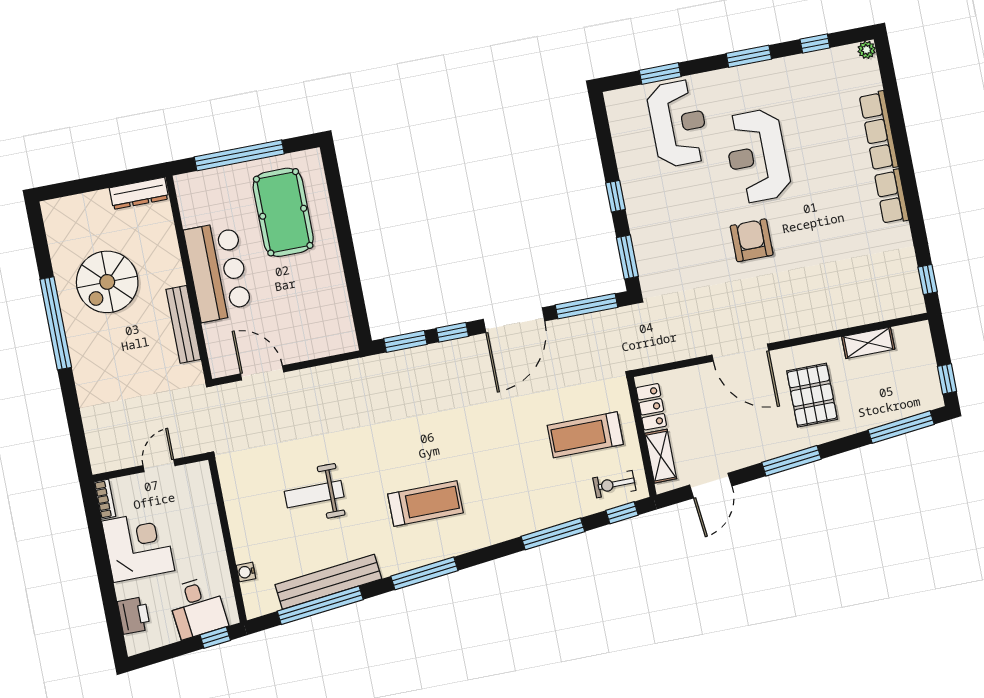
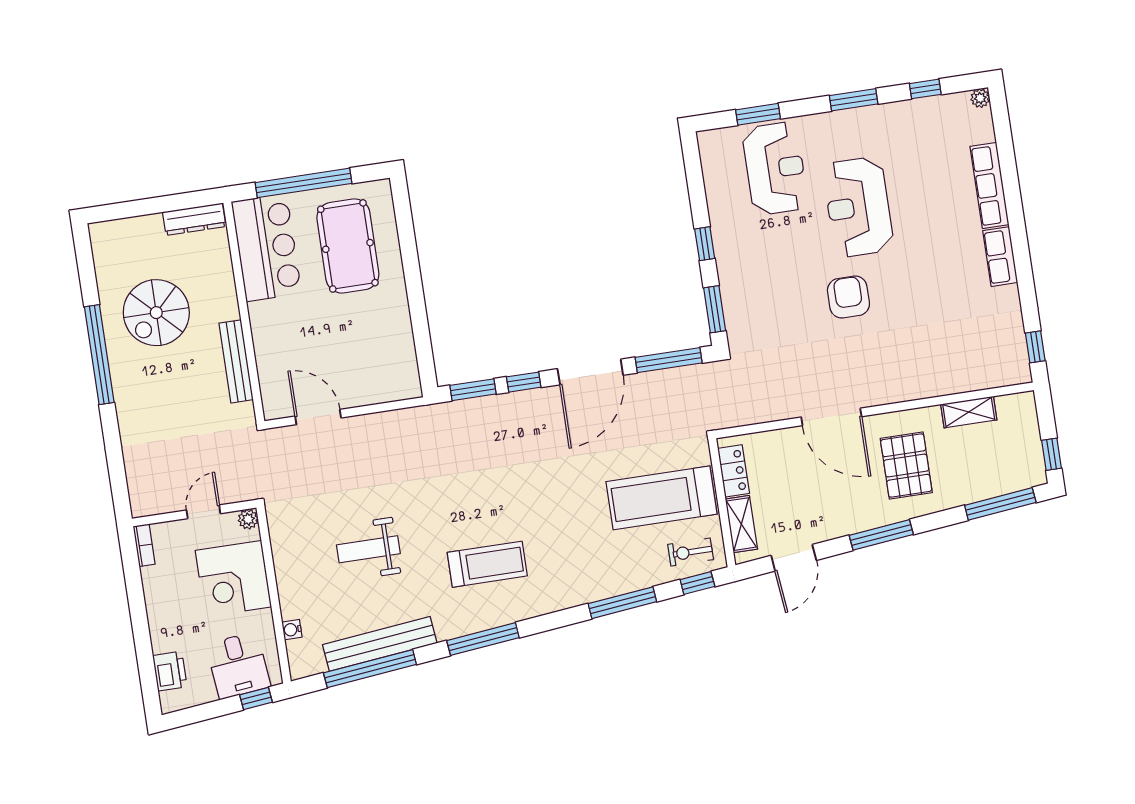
bar counter: (218, 272) -> (266, 248), moved
treadmill: (585, 435) -> (662, 498), width x1.37, depth x1.38
plant: (201, 471) -> (248, 519), added
corner desk: (138, 546) -> (233, 579), moved, turned 180

